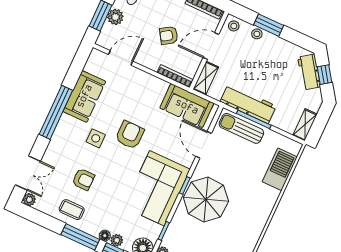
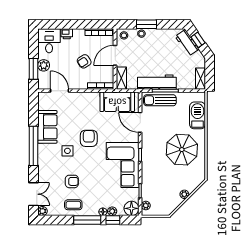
door: (121, 58) -> (59, 91), hinge flipped
parasol: (206, 199) -> (182, 150), moved

